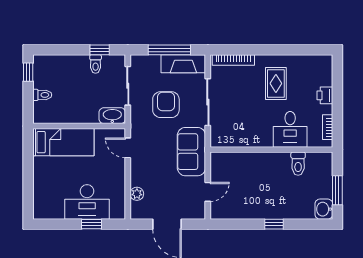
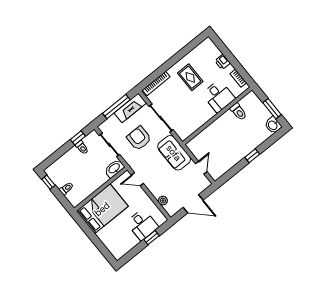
bed: (63, 142) -> (102, 209), width x1.50
desk: (87, 202) -> (142, 225), width x0.73

